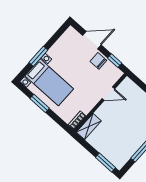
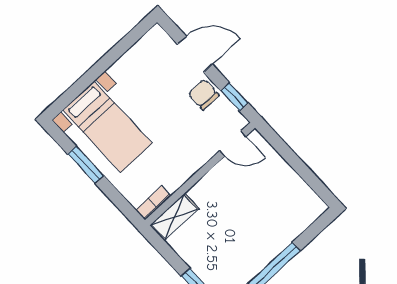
window: (38, 56) -> (91, 76), removed
door: (108, 94) -> (233, 144), moved

